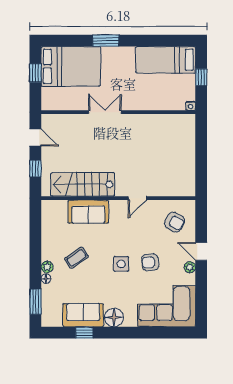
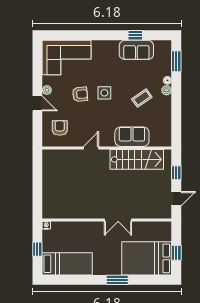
door: (35, 137) -> (176, 199), swing flipped
armchair: (175, 222) -> (60, 128), turned 62
floor lamp: (114, 317) -> (111, 48), removed

